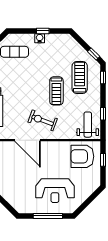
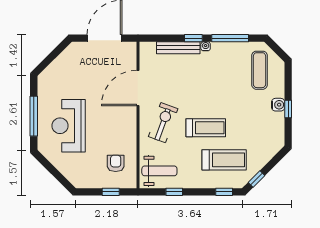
treadmill: (56, 91) -> (206, 128), turned 180
exercise bike: (43, 120) -> (163, 123), moved
armchair: (82, 156) -> (116, 163), width x0.53, depth x0.53

